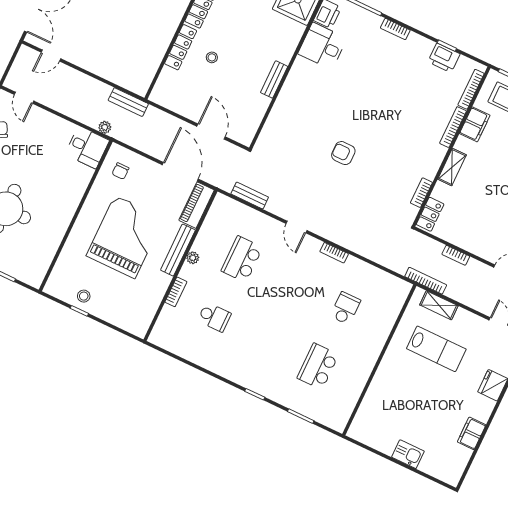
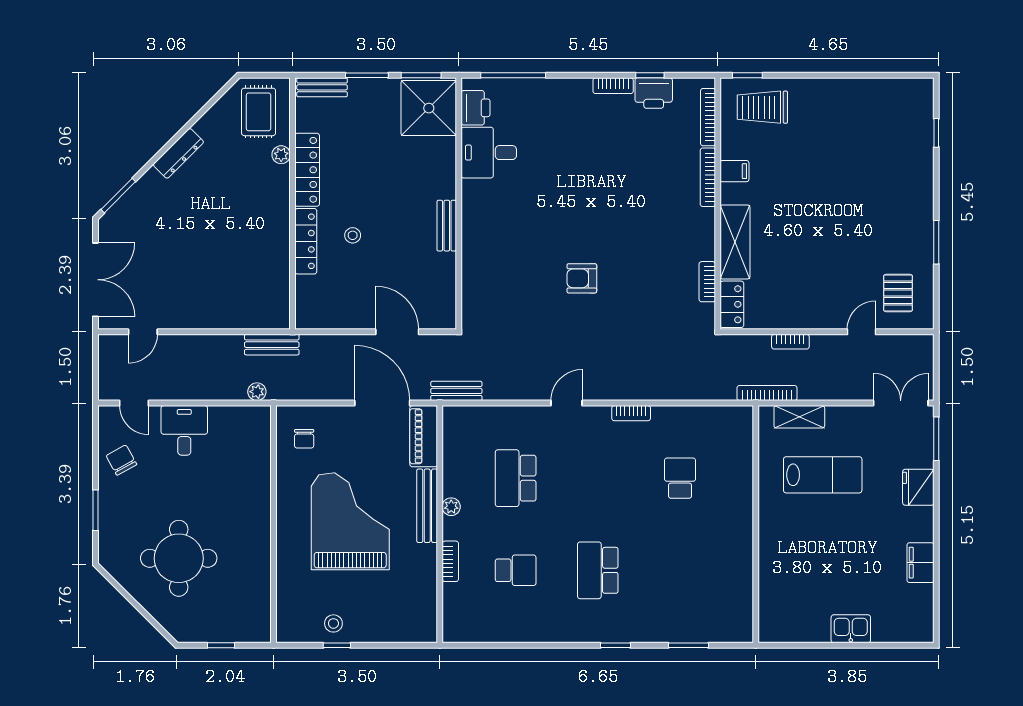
bookcase: (395, 29) -> (613, 86), moved
filing cabinet: (475, 124) -> (734, 171), width x0.50
desk: (87, 147) -> (184, 430), moved, turned -90
shelving: (452, 167) -> (735, 242), width x1.50, depth x1.33
bench: (250, 195) -> (456, 391), moved
door: (296, 227) -> (567, 403), swing flipped
school desk: (318, 366) -> (598, 570), moved

